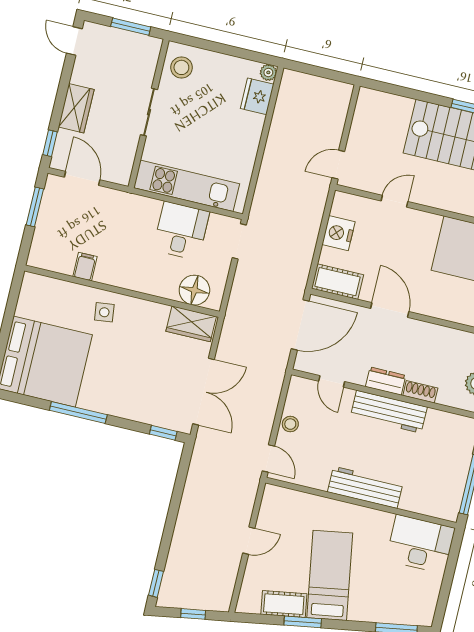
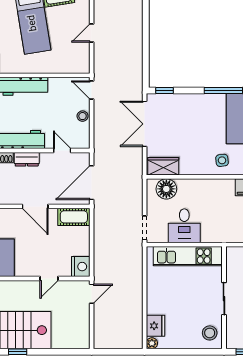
nightstand: (339, 233) -> (81, 267), moved

